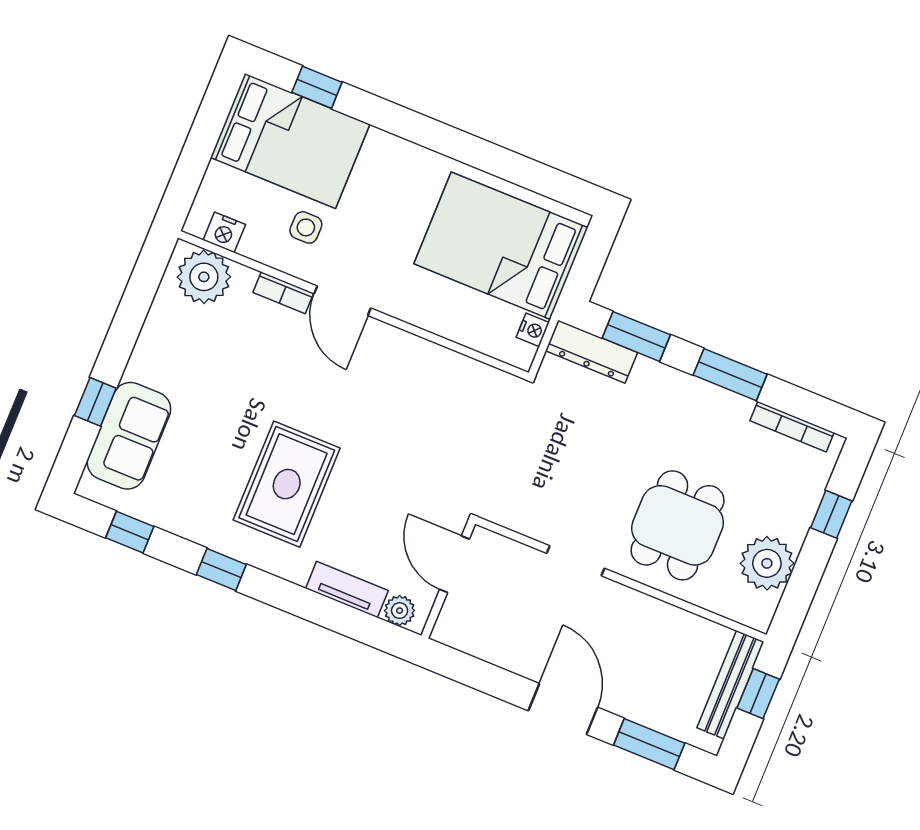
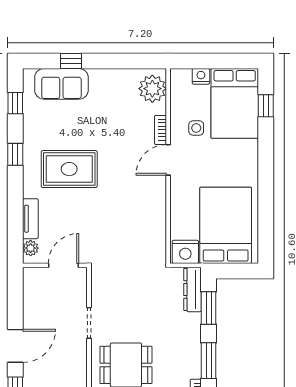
nightstand: (224, 232) -> (201, 76), moved, turned 90
nightstand: (533, 330) -> (185, 252), width x1.89, depth x1.79

